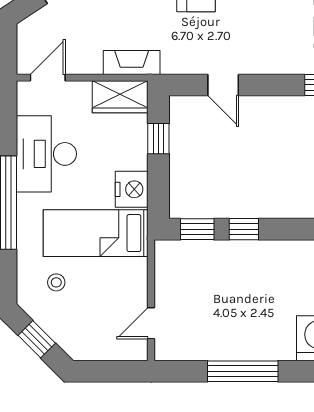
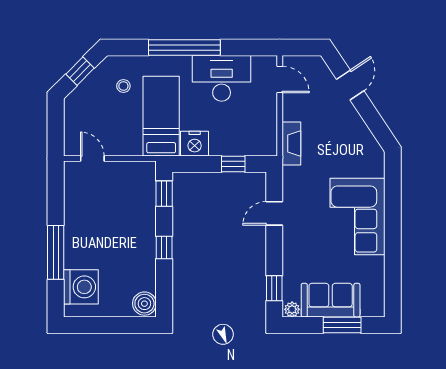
wardrobe: (120, 97) -> (265, 135), removed
window: (244, 229) -> (164, 248), moved
window: (243, 371) -> (56, 252), moved

